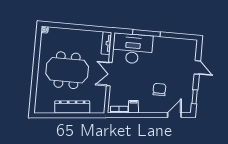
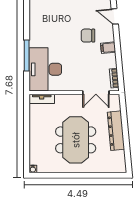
double door: (109, 74) -> (96, 93), moved
filing cabinet: (133, 107) -> (108, 48), moved

